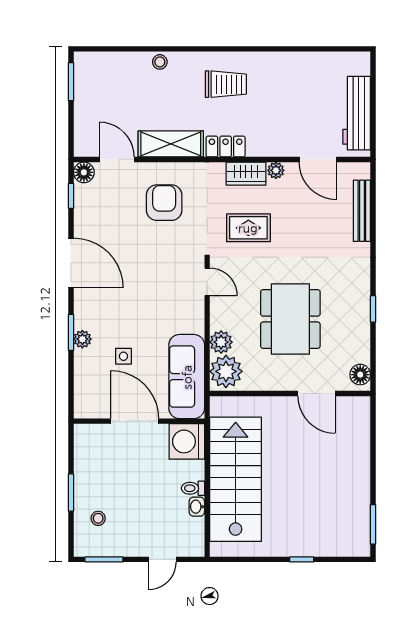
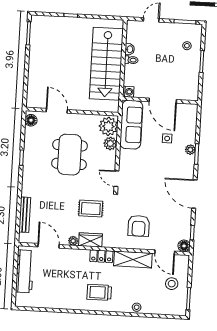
stool: (101, 106) -> (172, 284), added
washing machine: (187, 441) -> (128, 92), width x0.53, depth x0.53

